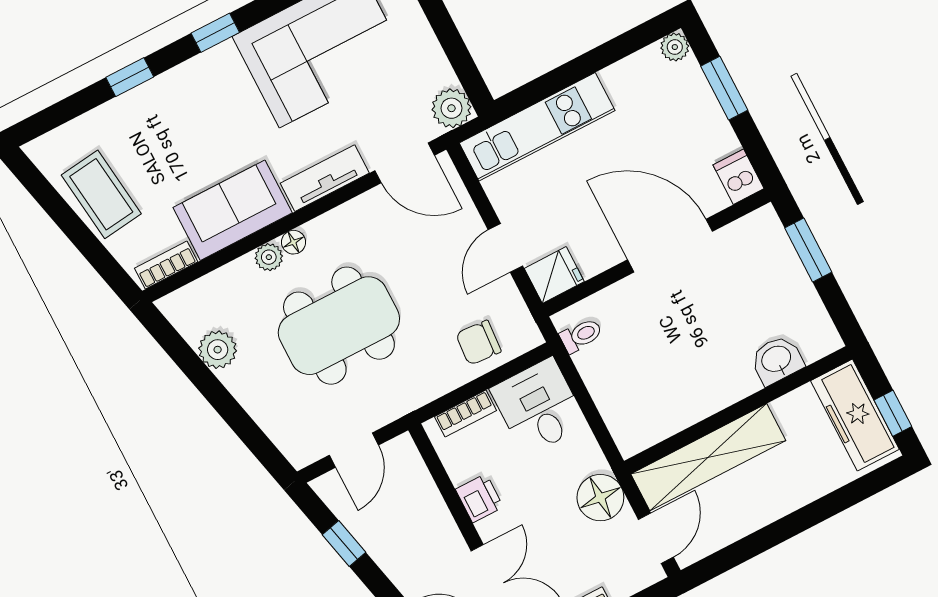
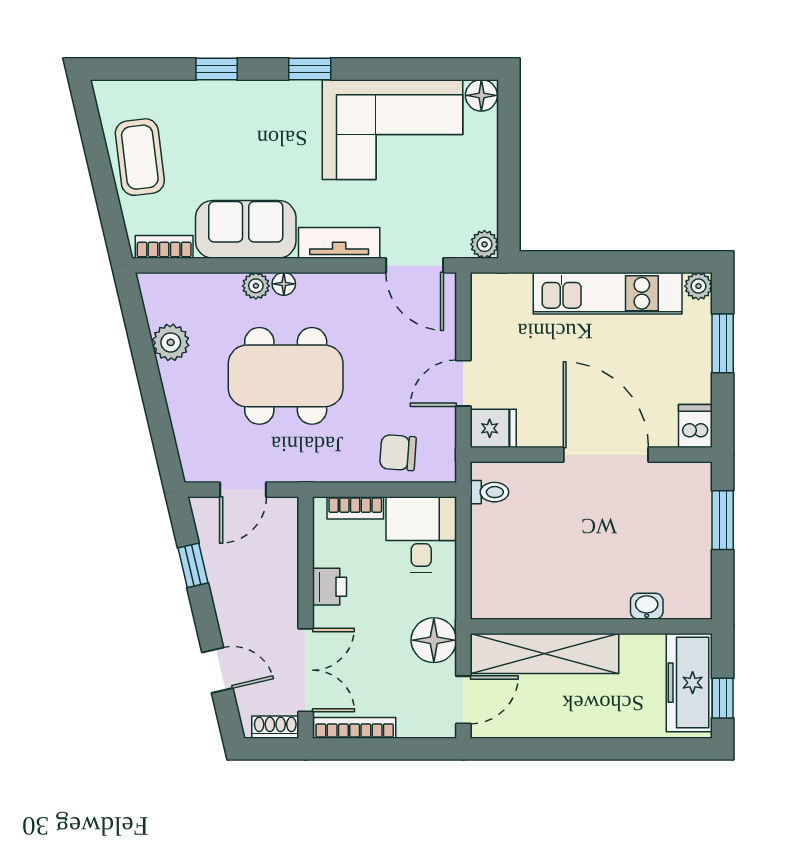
plant: (451, 108) -> (484, 244), width x0.73, depth x0.73
kitchen unit: (537, 127) -> (608, 293), moved
washbasin: (777, 360) -> (647, 606), width x0.72, depth x0.69

